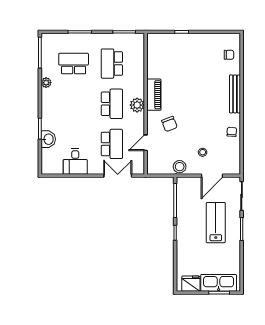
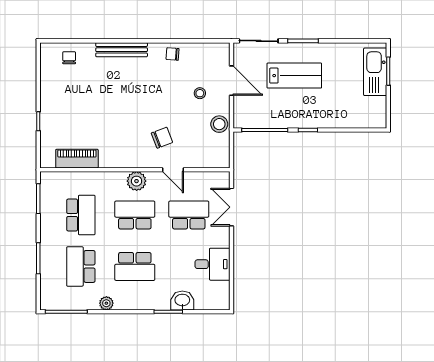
school desk: (112, 64) -> (81, 215), turned -90
piano: (154, 95) -> (77, 159), moved
school desk: (74, 104) -> (135, 266), added
door: (146, 143) -> (173, 170), moved
lab bench: (216, 223) -> (294, 76), turned 180
fridge: (191, 284) -> (376, 109), removed

